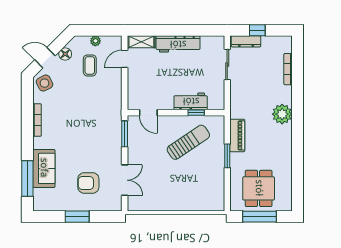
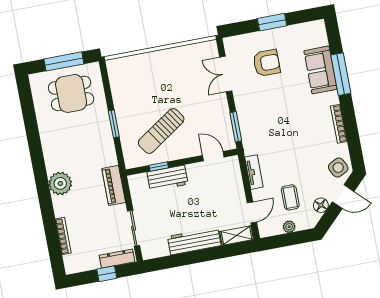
tv unit: (116, 93) -> (254, 172), added
piano: (237, 135) -> (114, 185), moved
window: (27, 179) -> (341, 74), moved
dining table: (259, 188) -> (71, 93), turned 90

